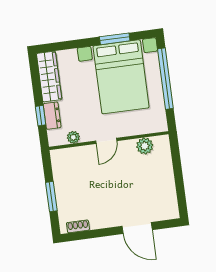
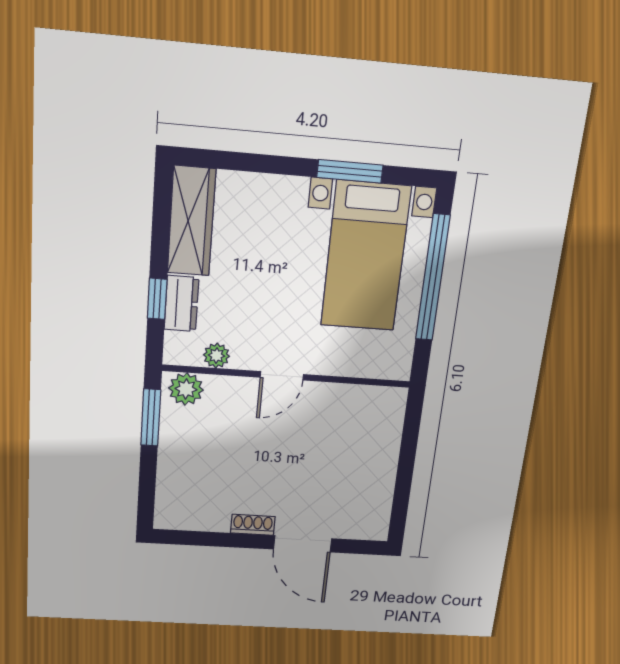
bed with nightstands: (121, 77) -> (365, 257), width x0.73
plant: (145, 146) -> (186, 389), moved
window: (51, 197) -> (151, 418), moved
shoe rack: (78, 226) -> (253, 525), moved

